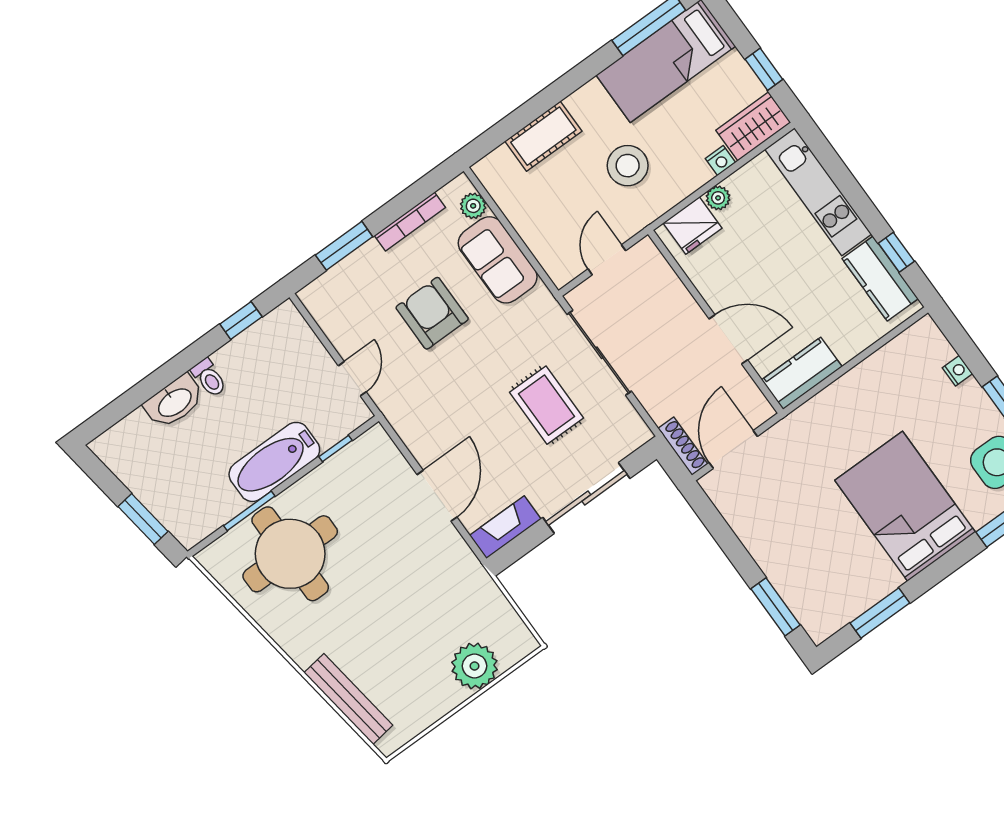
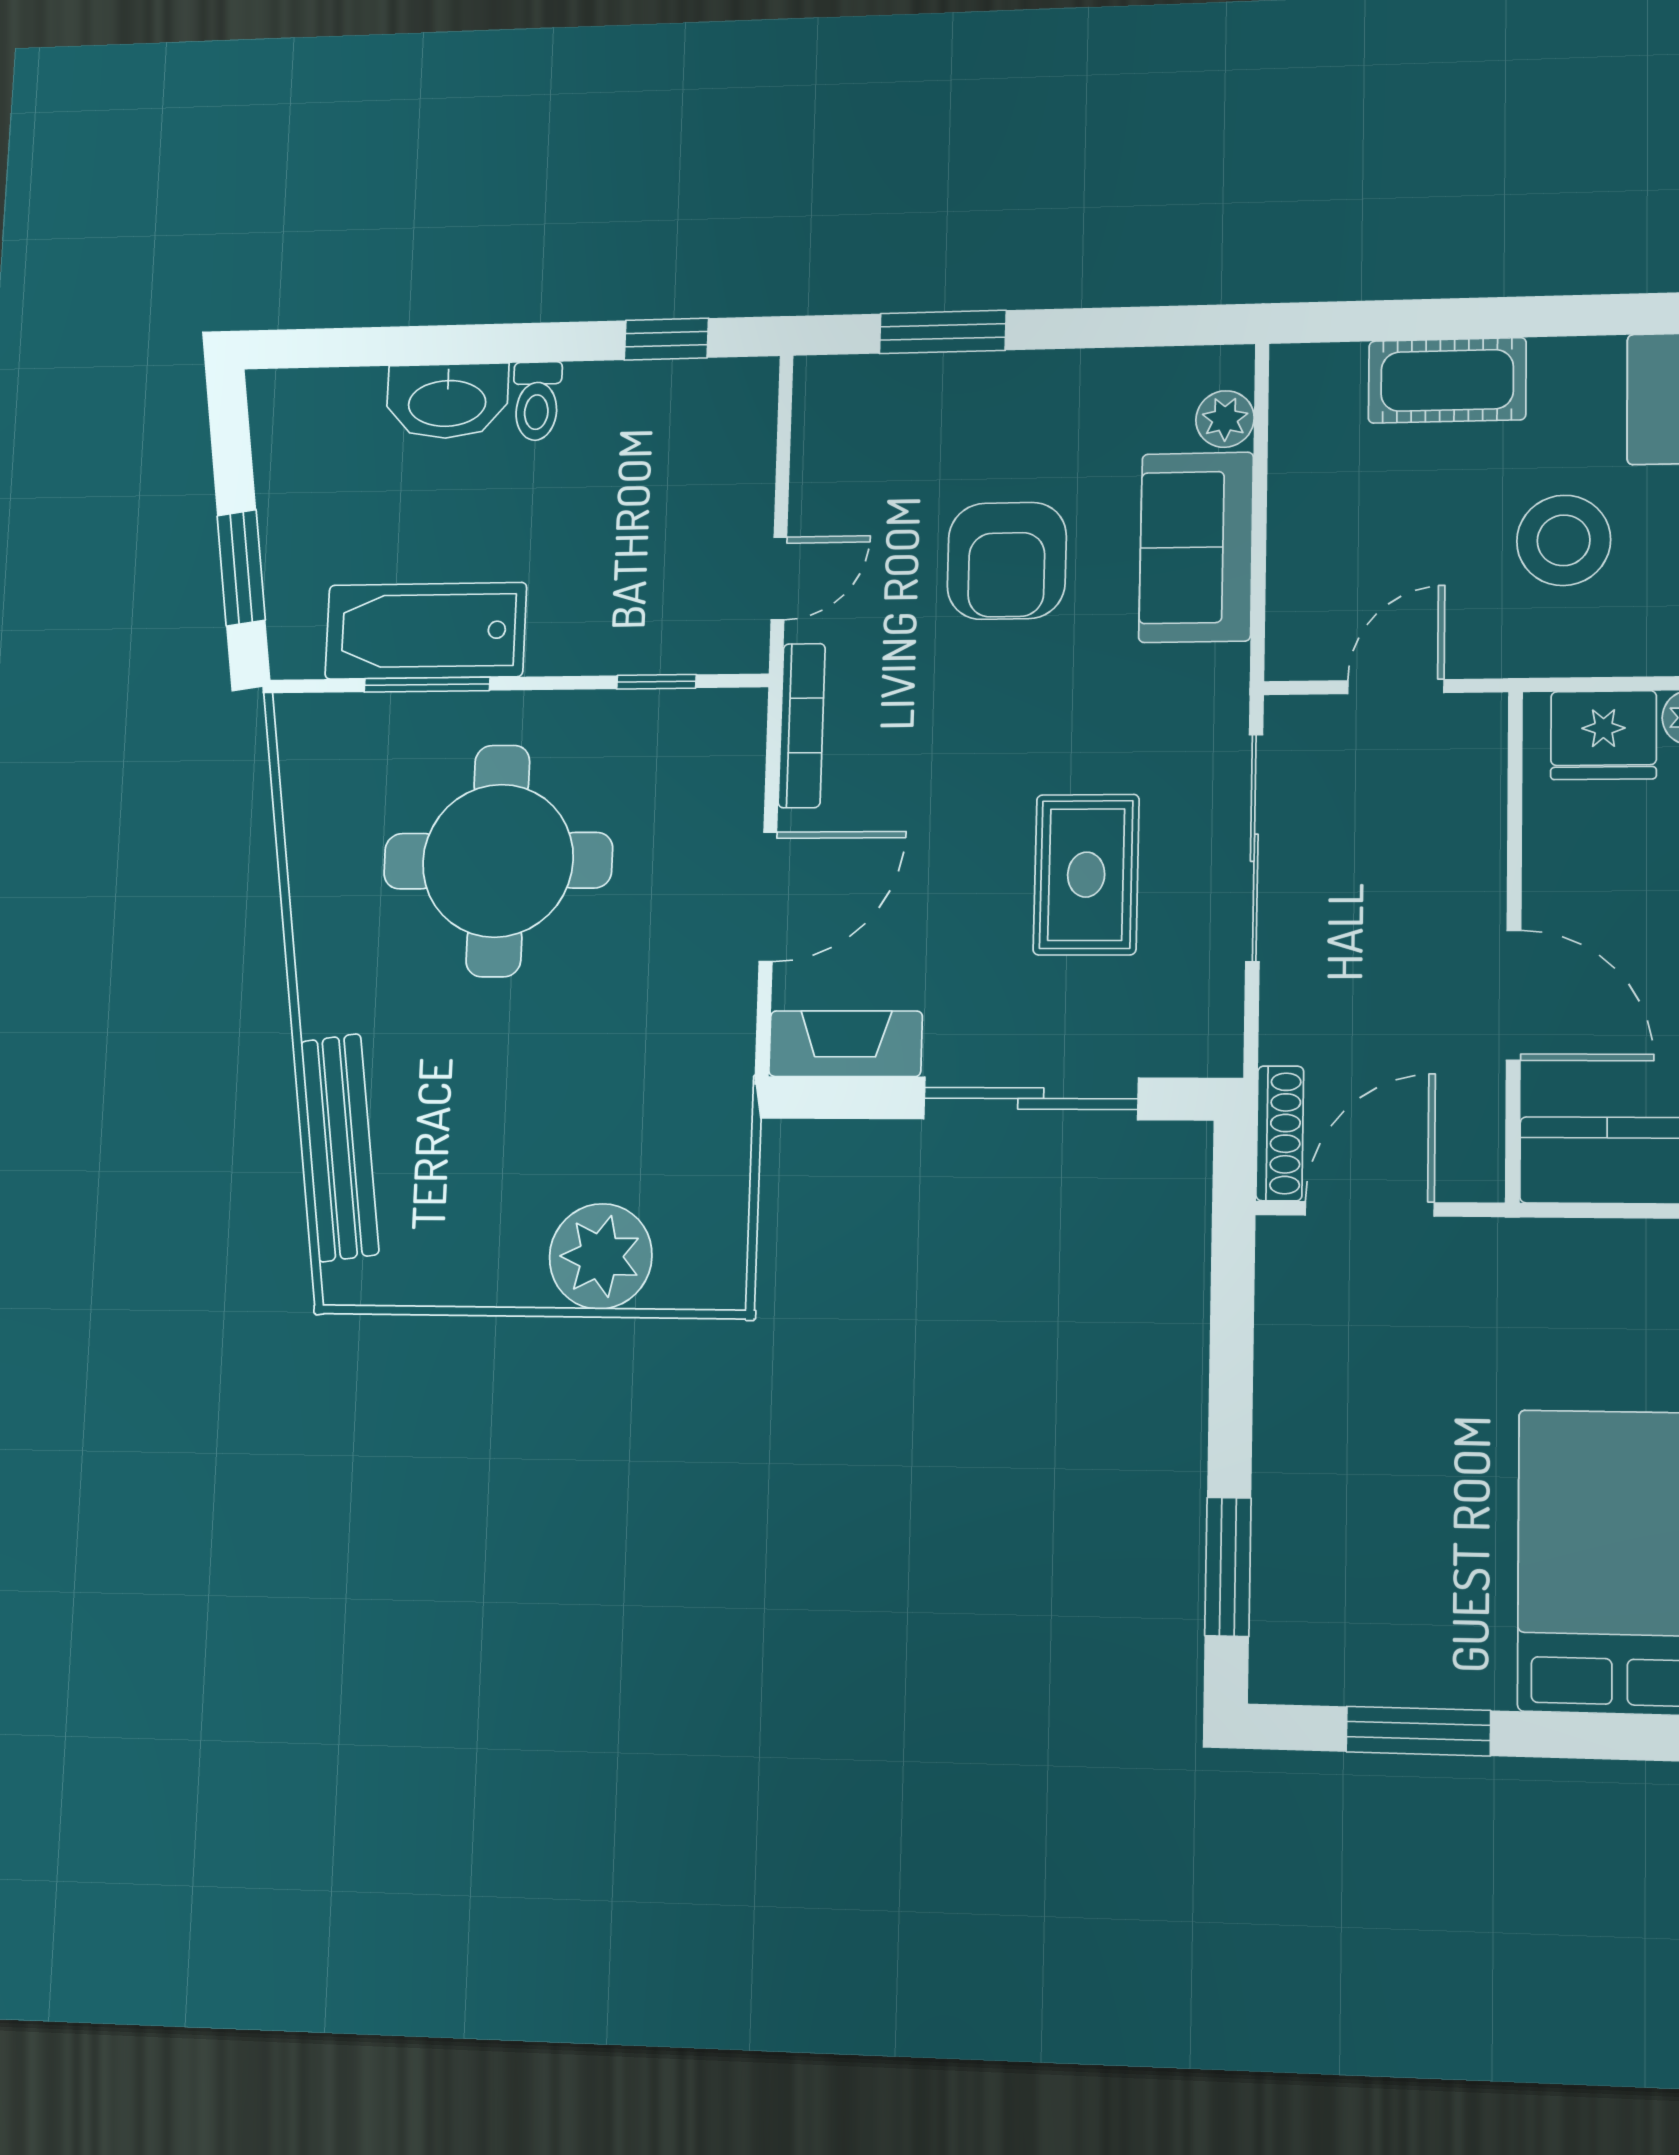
bookcase: (410, 222) -> (802, 725), moved, turned -90
armchair: (432, 313) -> (1007, 561), turned 180
bathtub: (274, 462) -> (426, 631), moved
round table: (290, 554) -> (498, 861), moved

